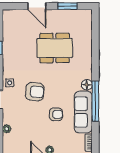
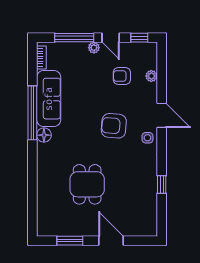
dining table: (55, 48) -> (87, 184), width x0.73
armchair: (56, 114) -> (122, 76), moved

